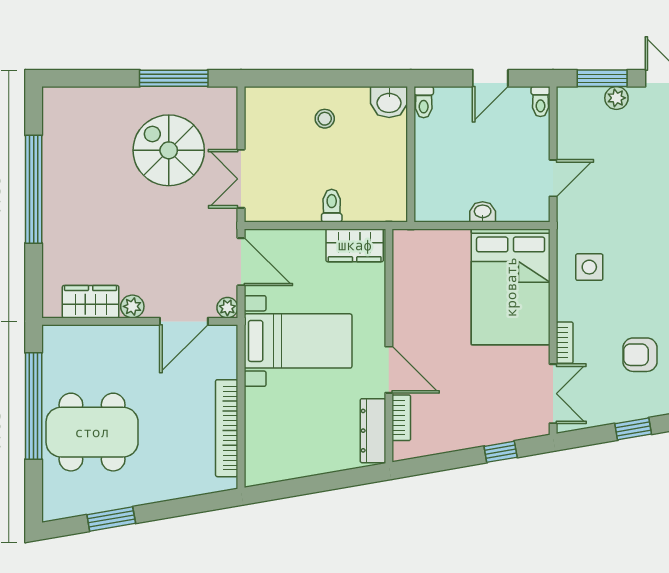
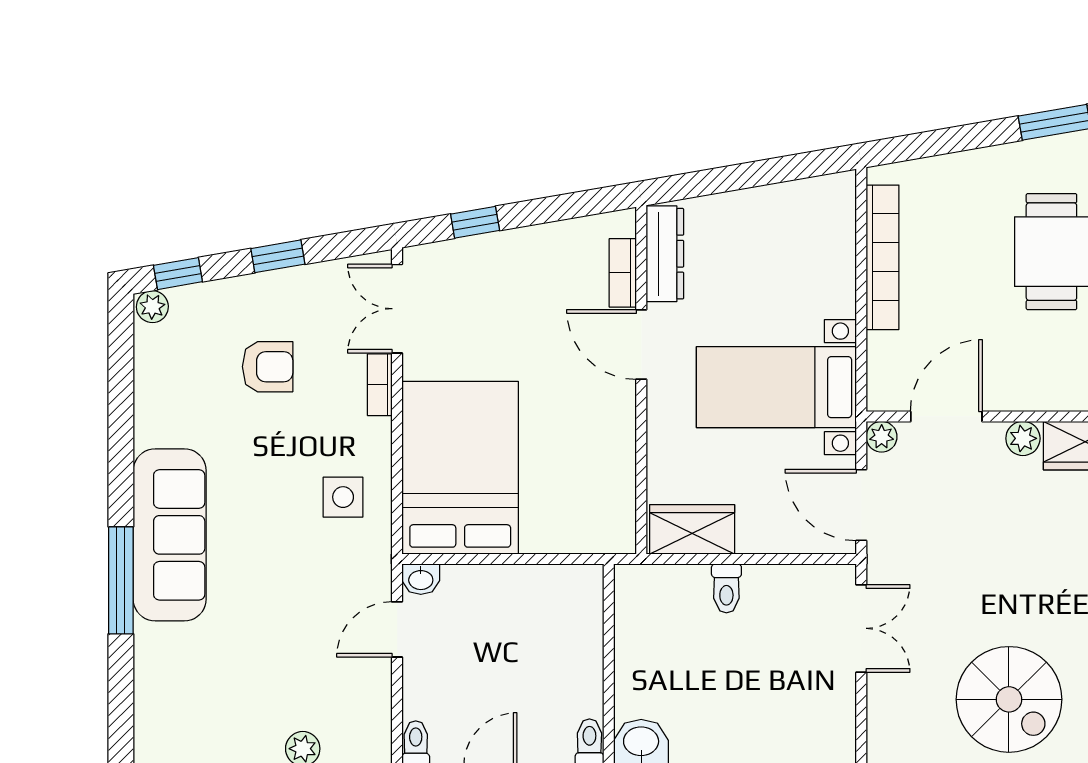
stool: (325, 119) -> (737, 718), removed
spiral stairs: (169, 150) -> (1009, 699), moved
washbasin: (483, 212) -> (421, 579), moved

